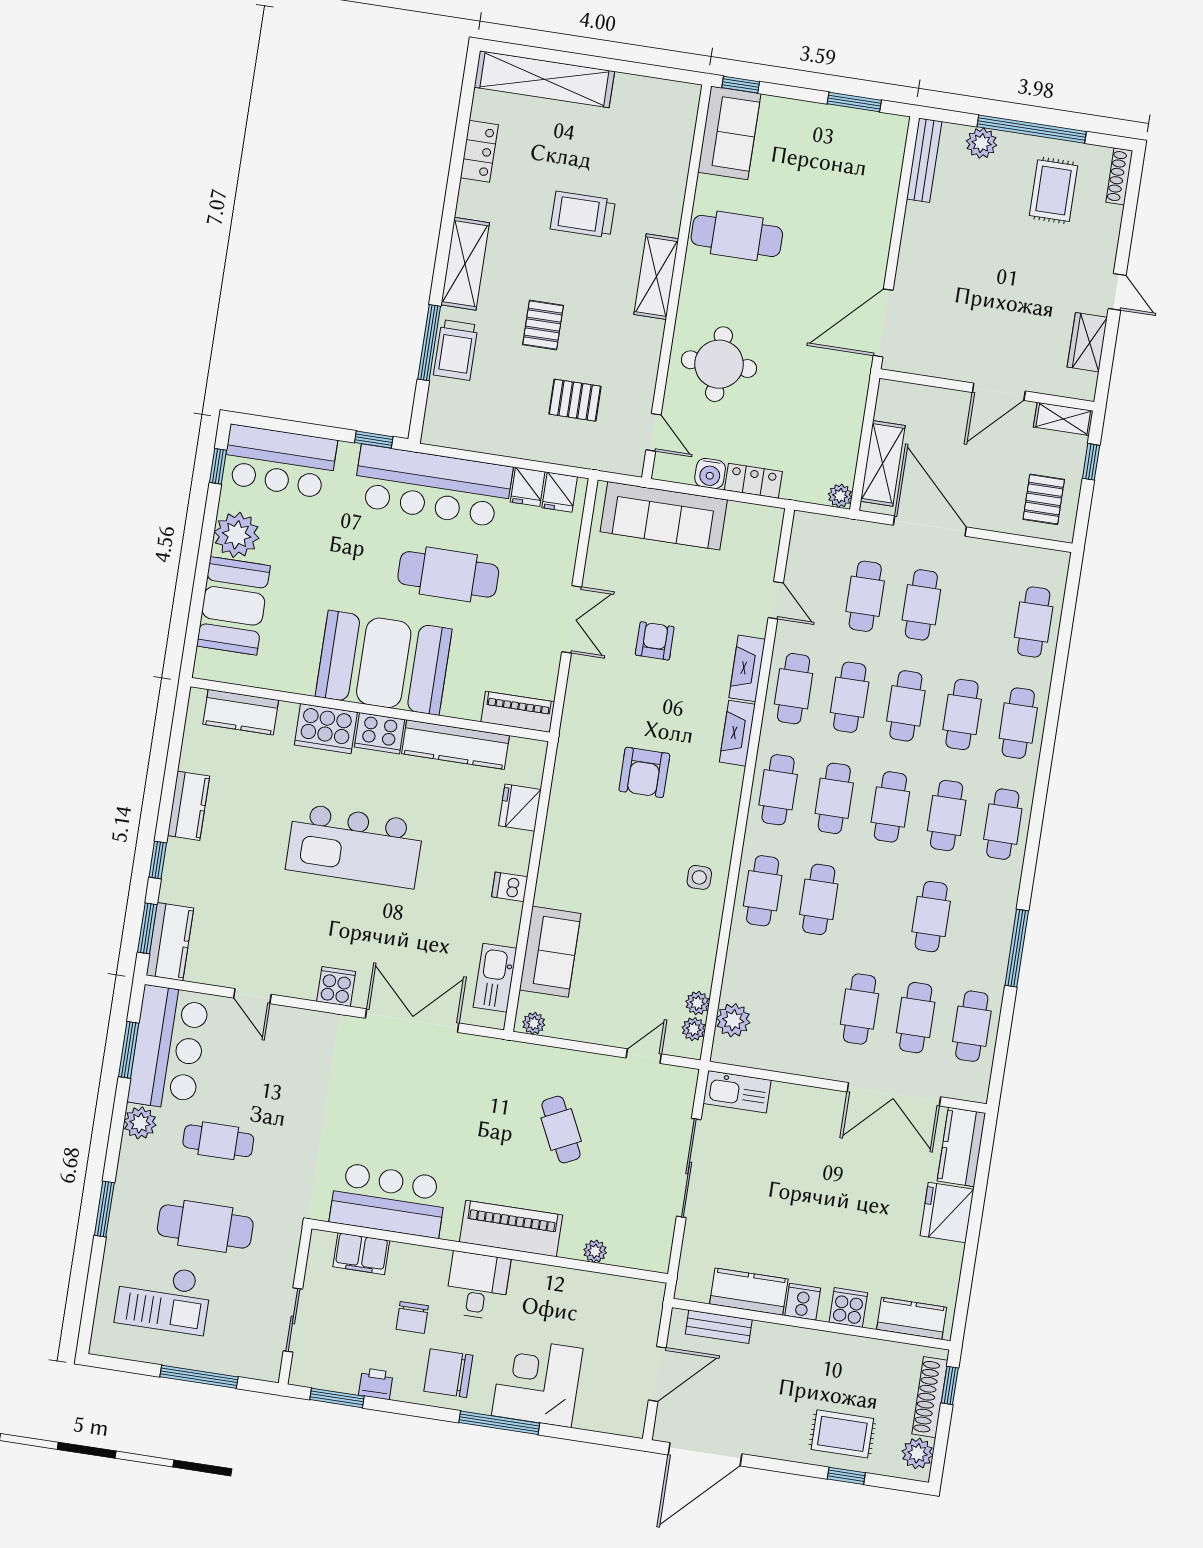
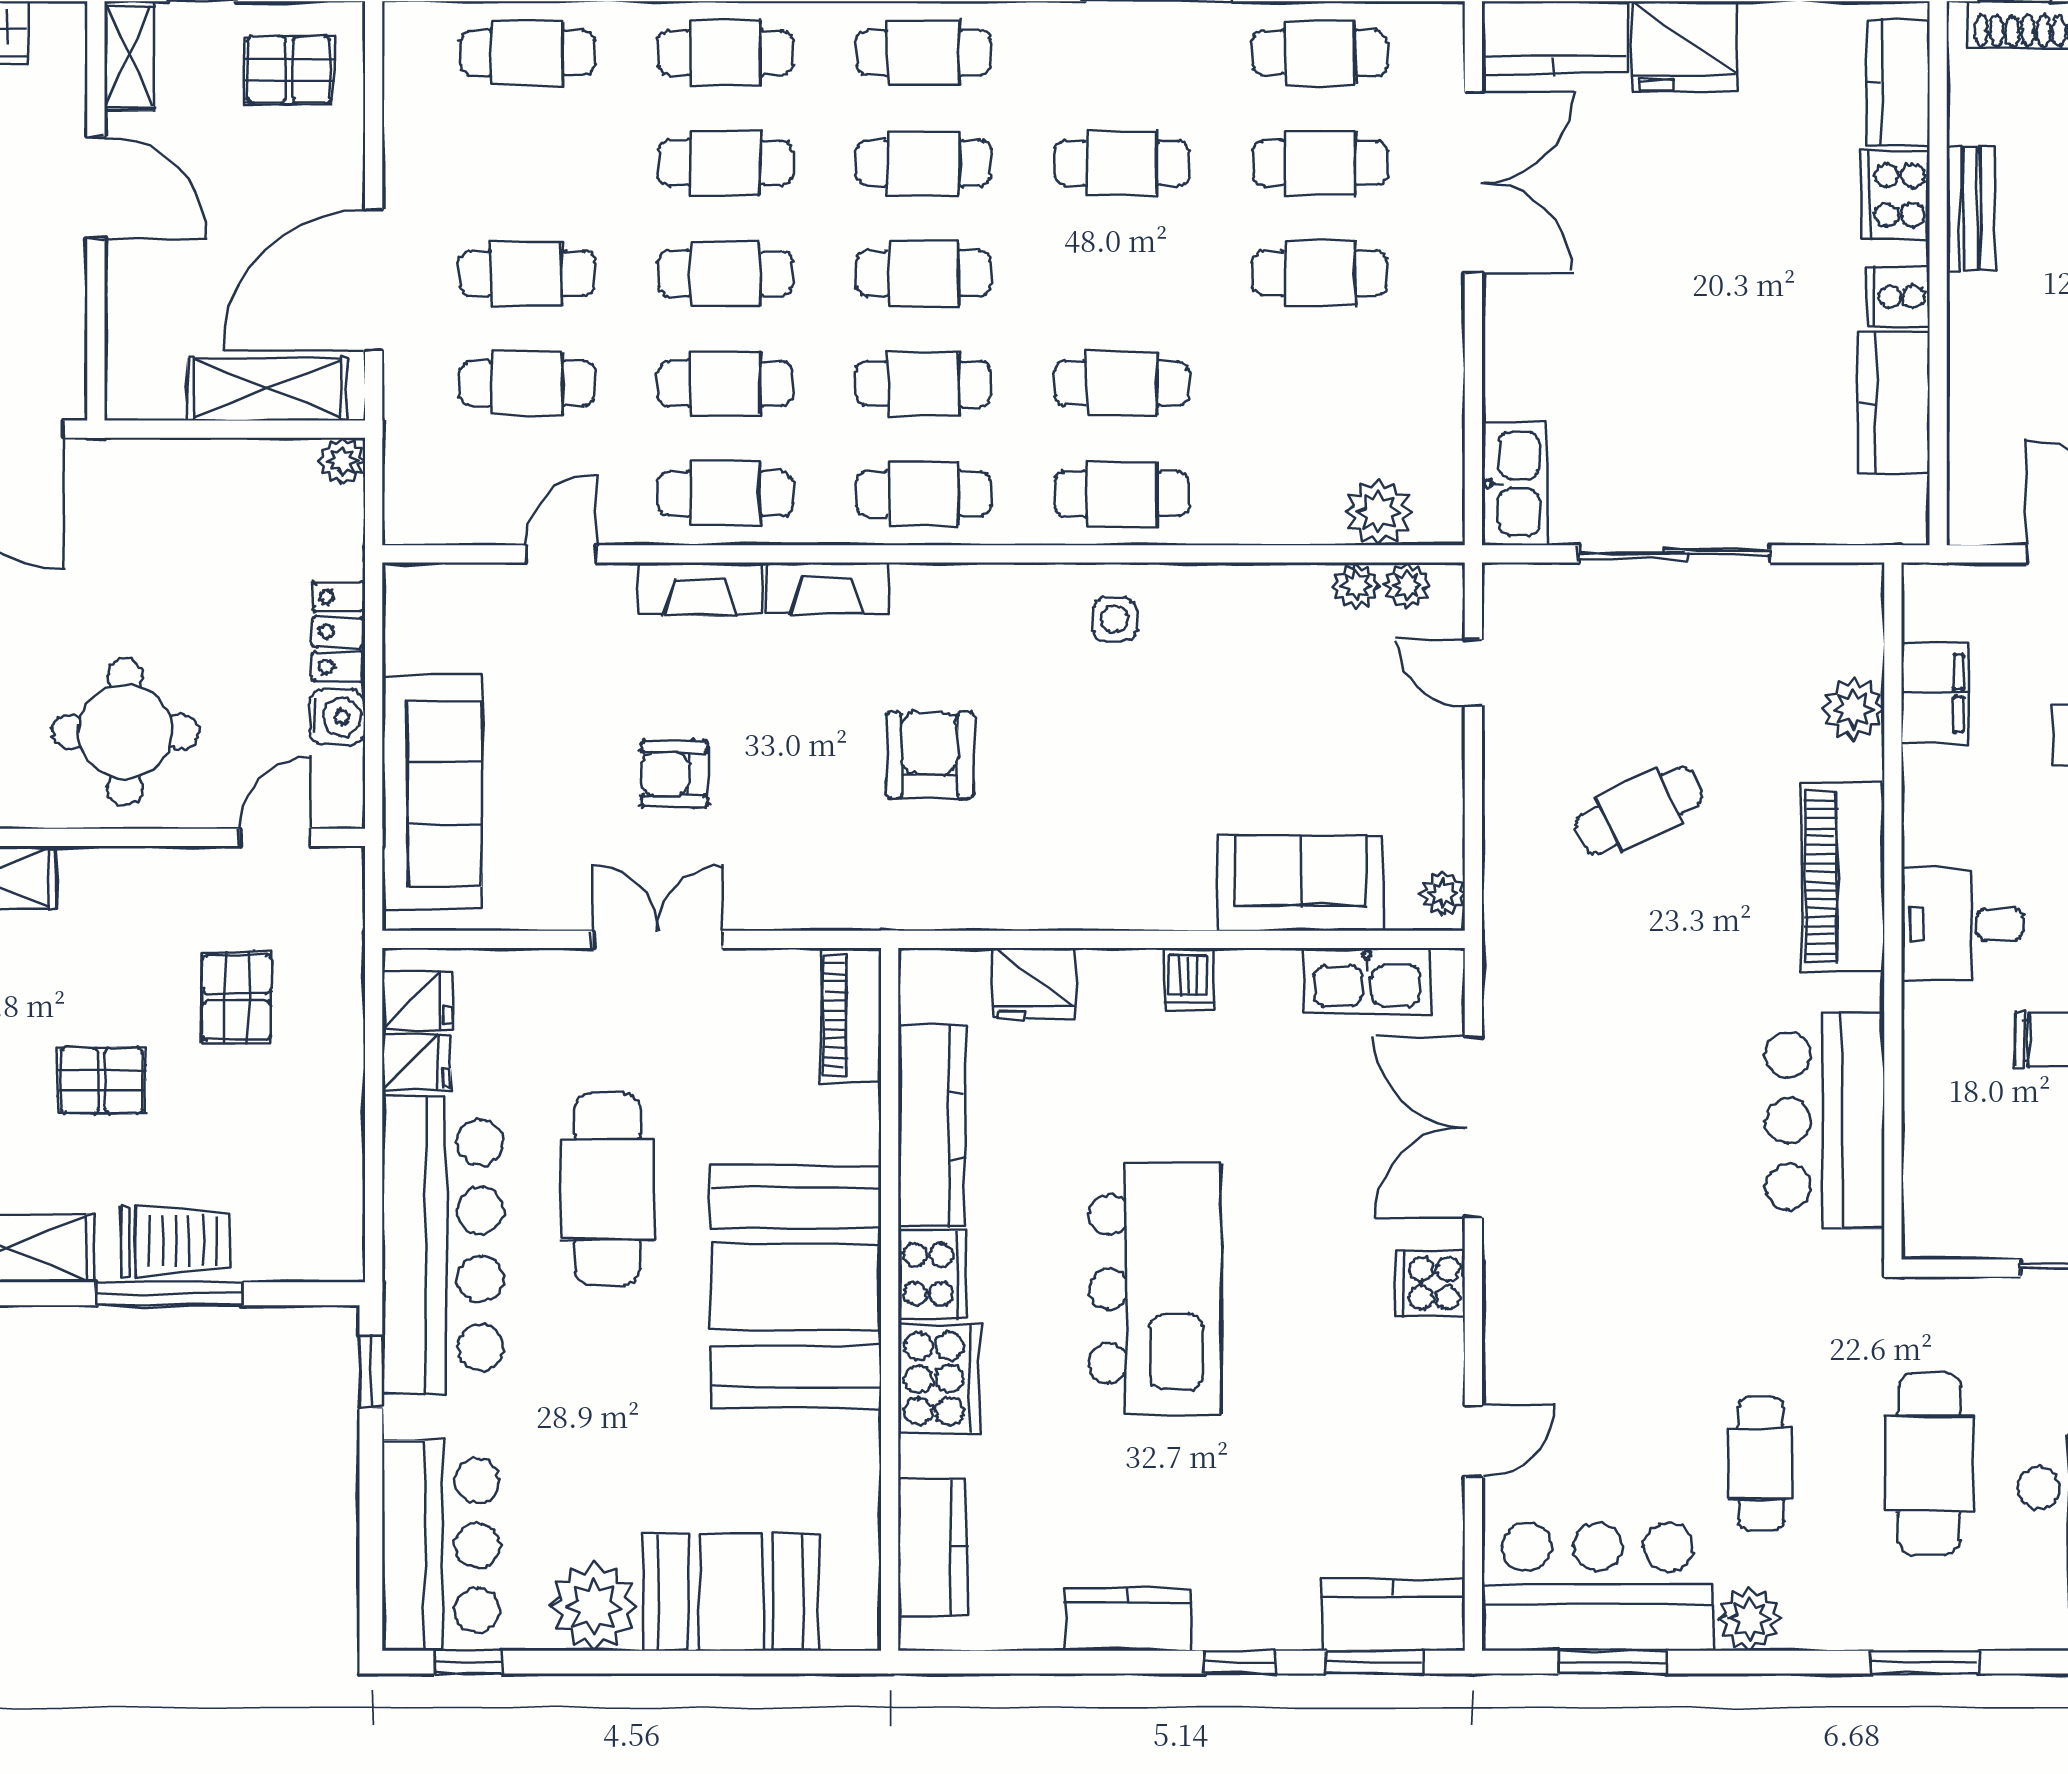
armchair: (644, 772) -> (930, 755), turned -90
plant: (595, 1251) -> (1853, 709), width x1.38, depth x1.38
filing cabinet: (361, 1254) -> (1935, 693), moved
cooker: (848, 1307) -> (1895, 195), width x1.36
bench: (719, 1327) -> (1970, 209), moved

